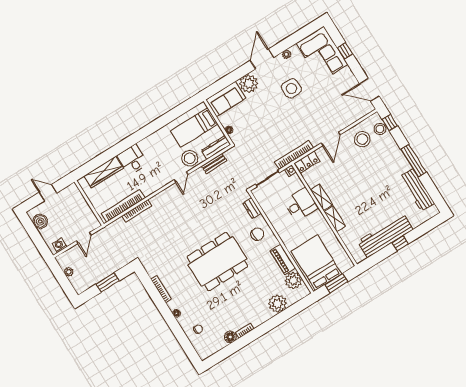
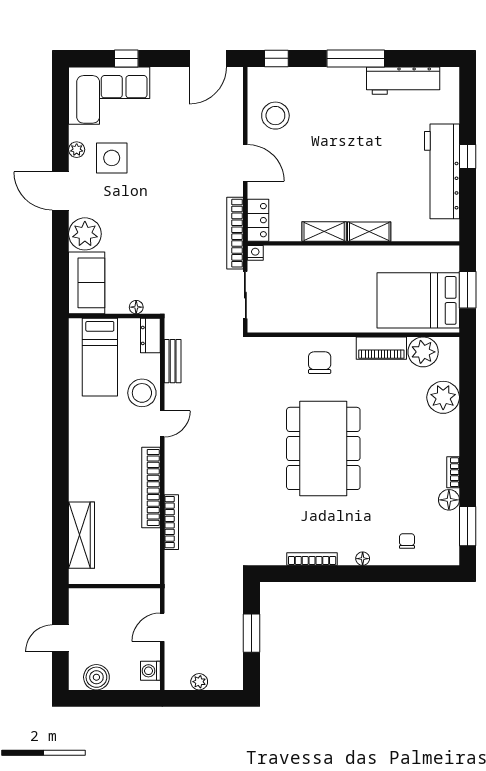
side table: (291, 88) -> (112, 158), moved
stool: (380, 129) -> (277, 79), removed
dresser: (216, 147) -> (150, 335), width x0.70
desk: (132, 160) -> (90, 481), removed
door: (181, 177) -> (162, 424), hinge flipped
desk: (301, 204) -> (316, 270), removed
bookcase: (123, 206) -> (151, 487), moved
dresser: (252, 208) -> (276, 346), removed
door: (84, 238) -> (162, 627), swing flipped
window: (223, 354) -> (468, 526), added

